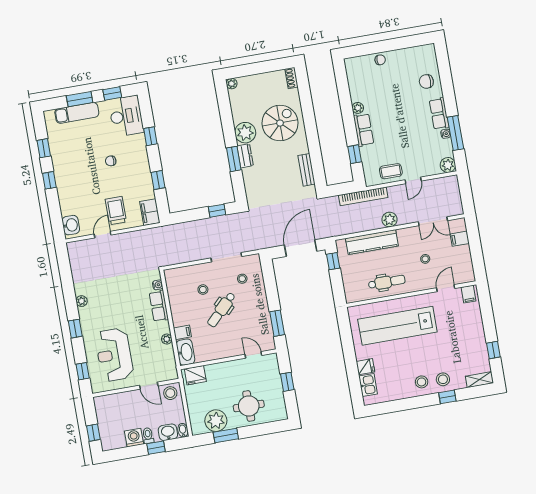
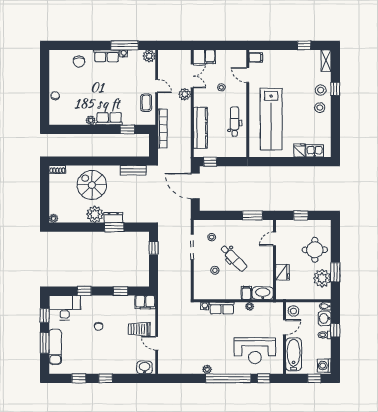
plant: (390, 220) -> (185, 94), moved
window: (75, 329) -> (228, 378), width x3.17
fridge: (195, 375) -> (283, 272), moved
bathtub: (118, 402) -> (294, 354), added
washing machine: (134, 438) -> (324, 366), moved

